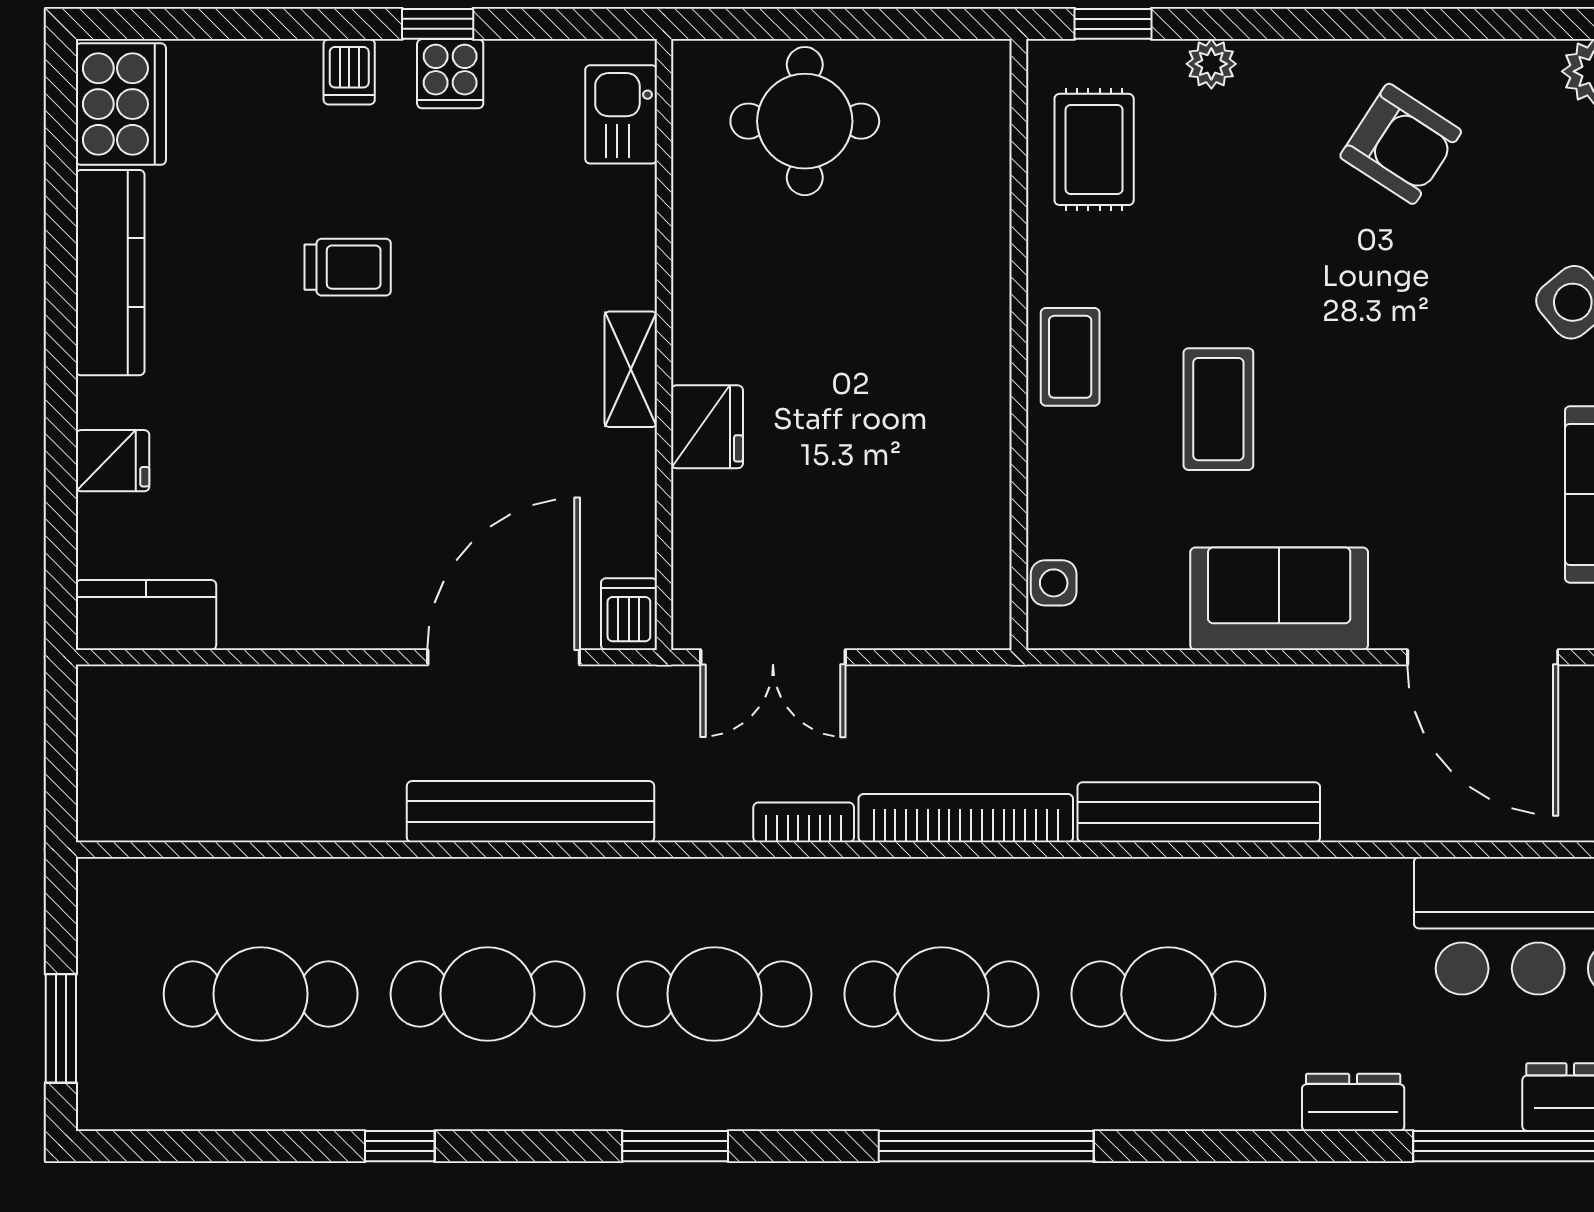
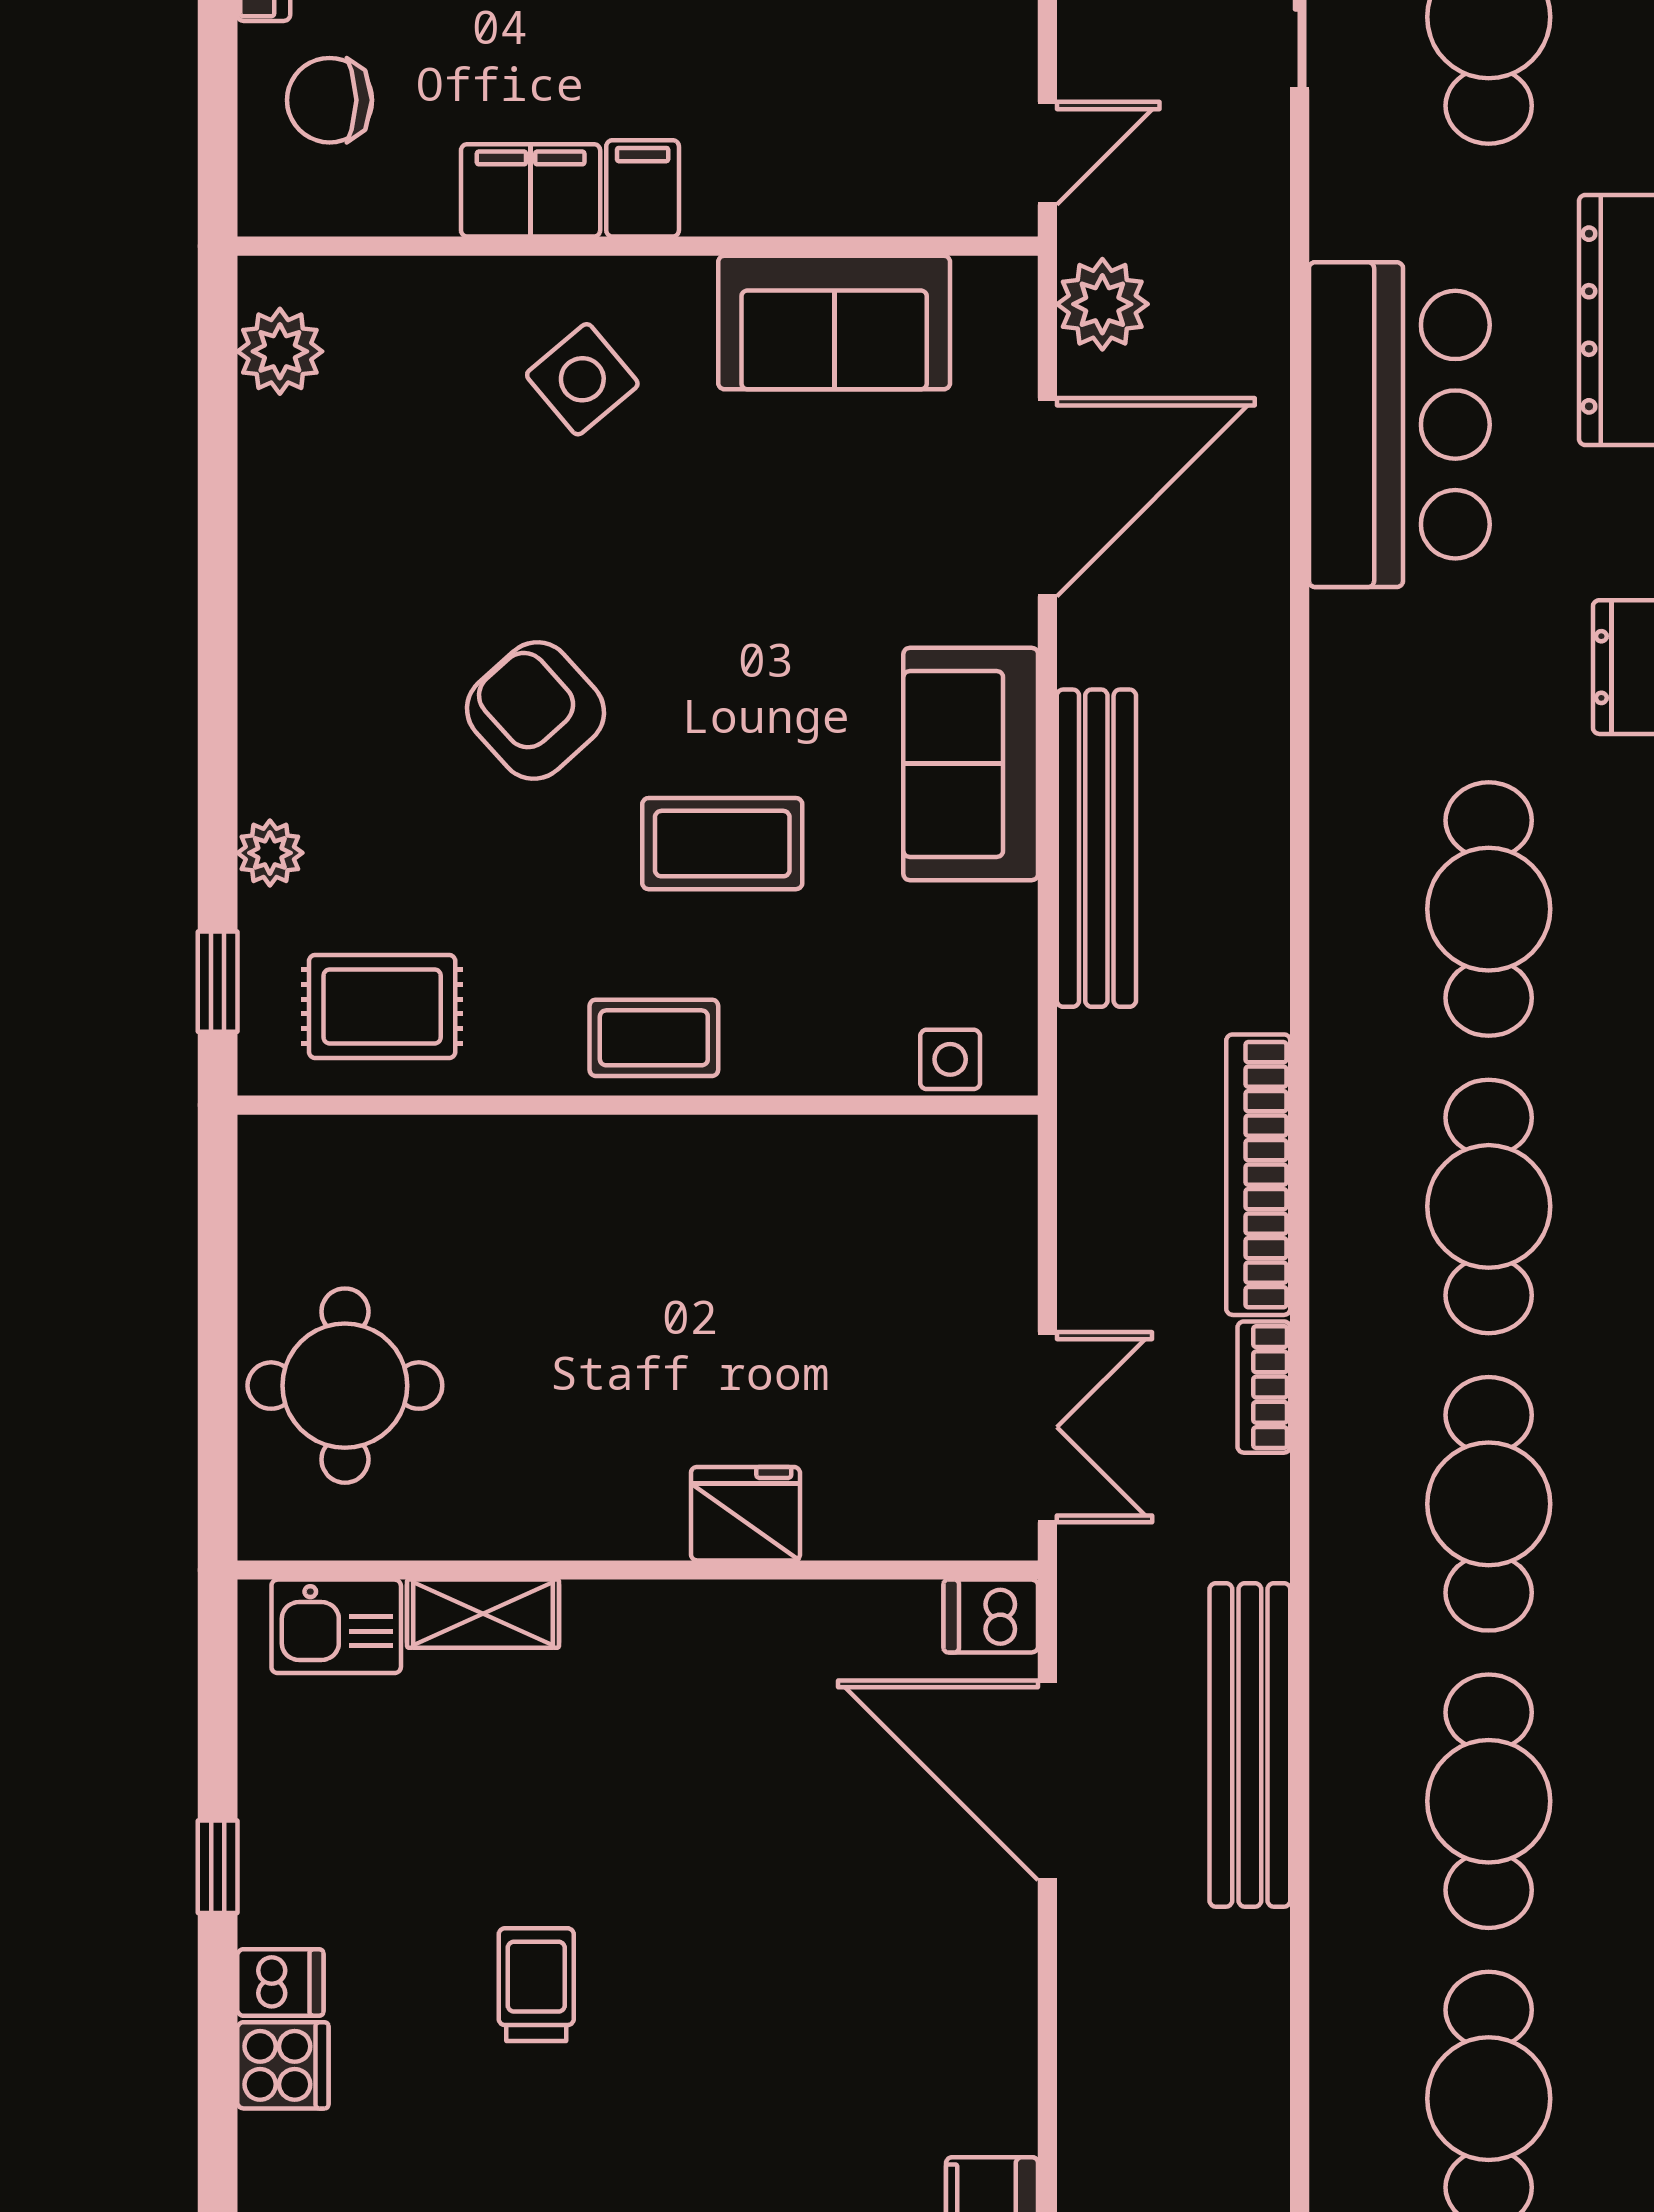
cooker: (450, 74) -> (283, 2065), moved
armchair: (1401, 144) -> (535, 711), moved, turned -75
shelving: (631, 369) -> (483, 1614), moved
bench: (1199, 812) -> (1096, 848), moved

